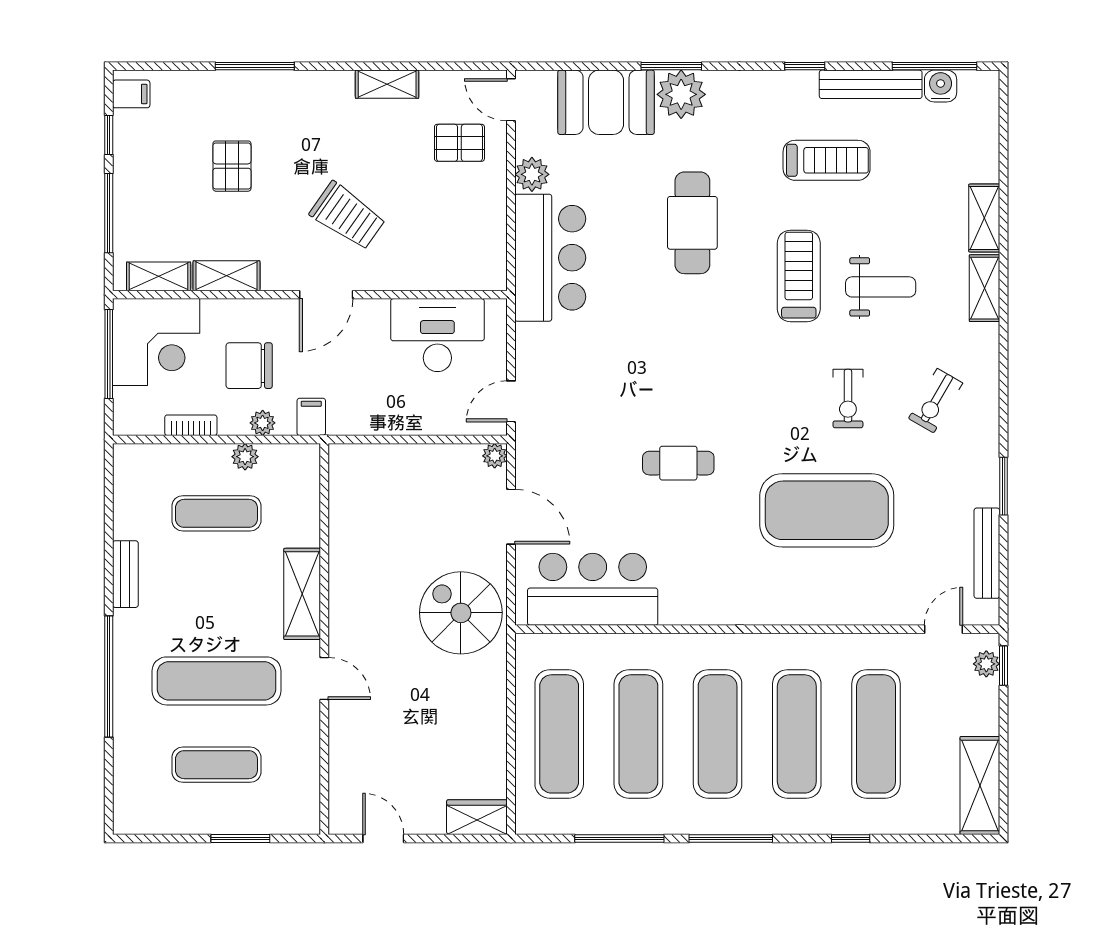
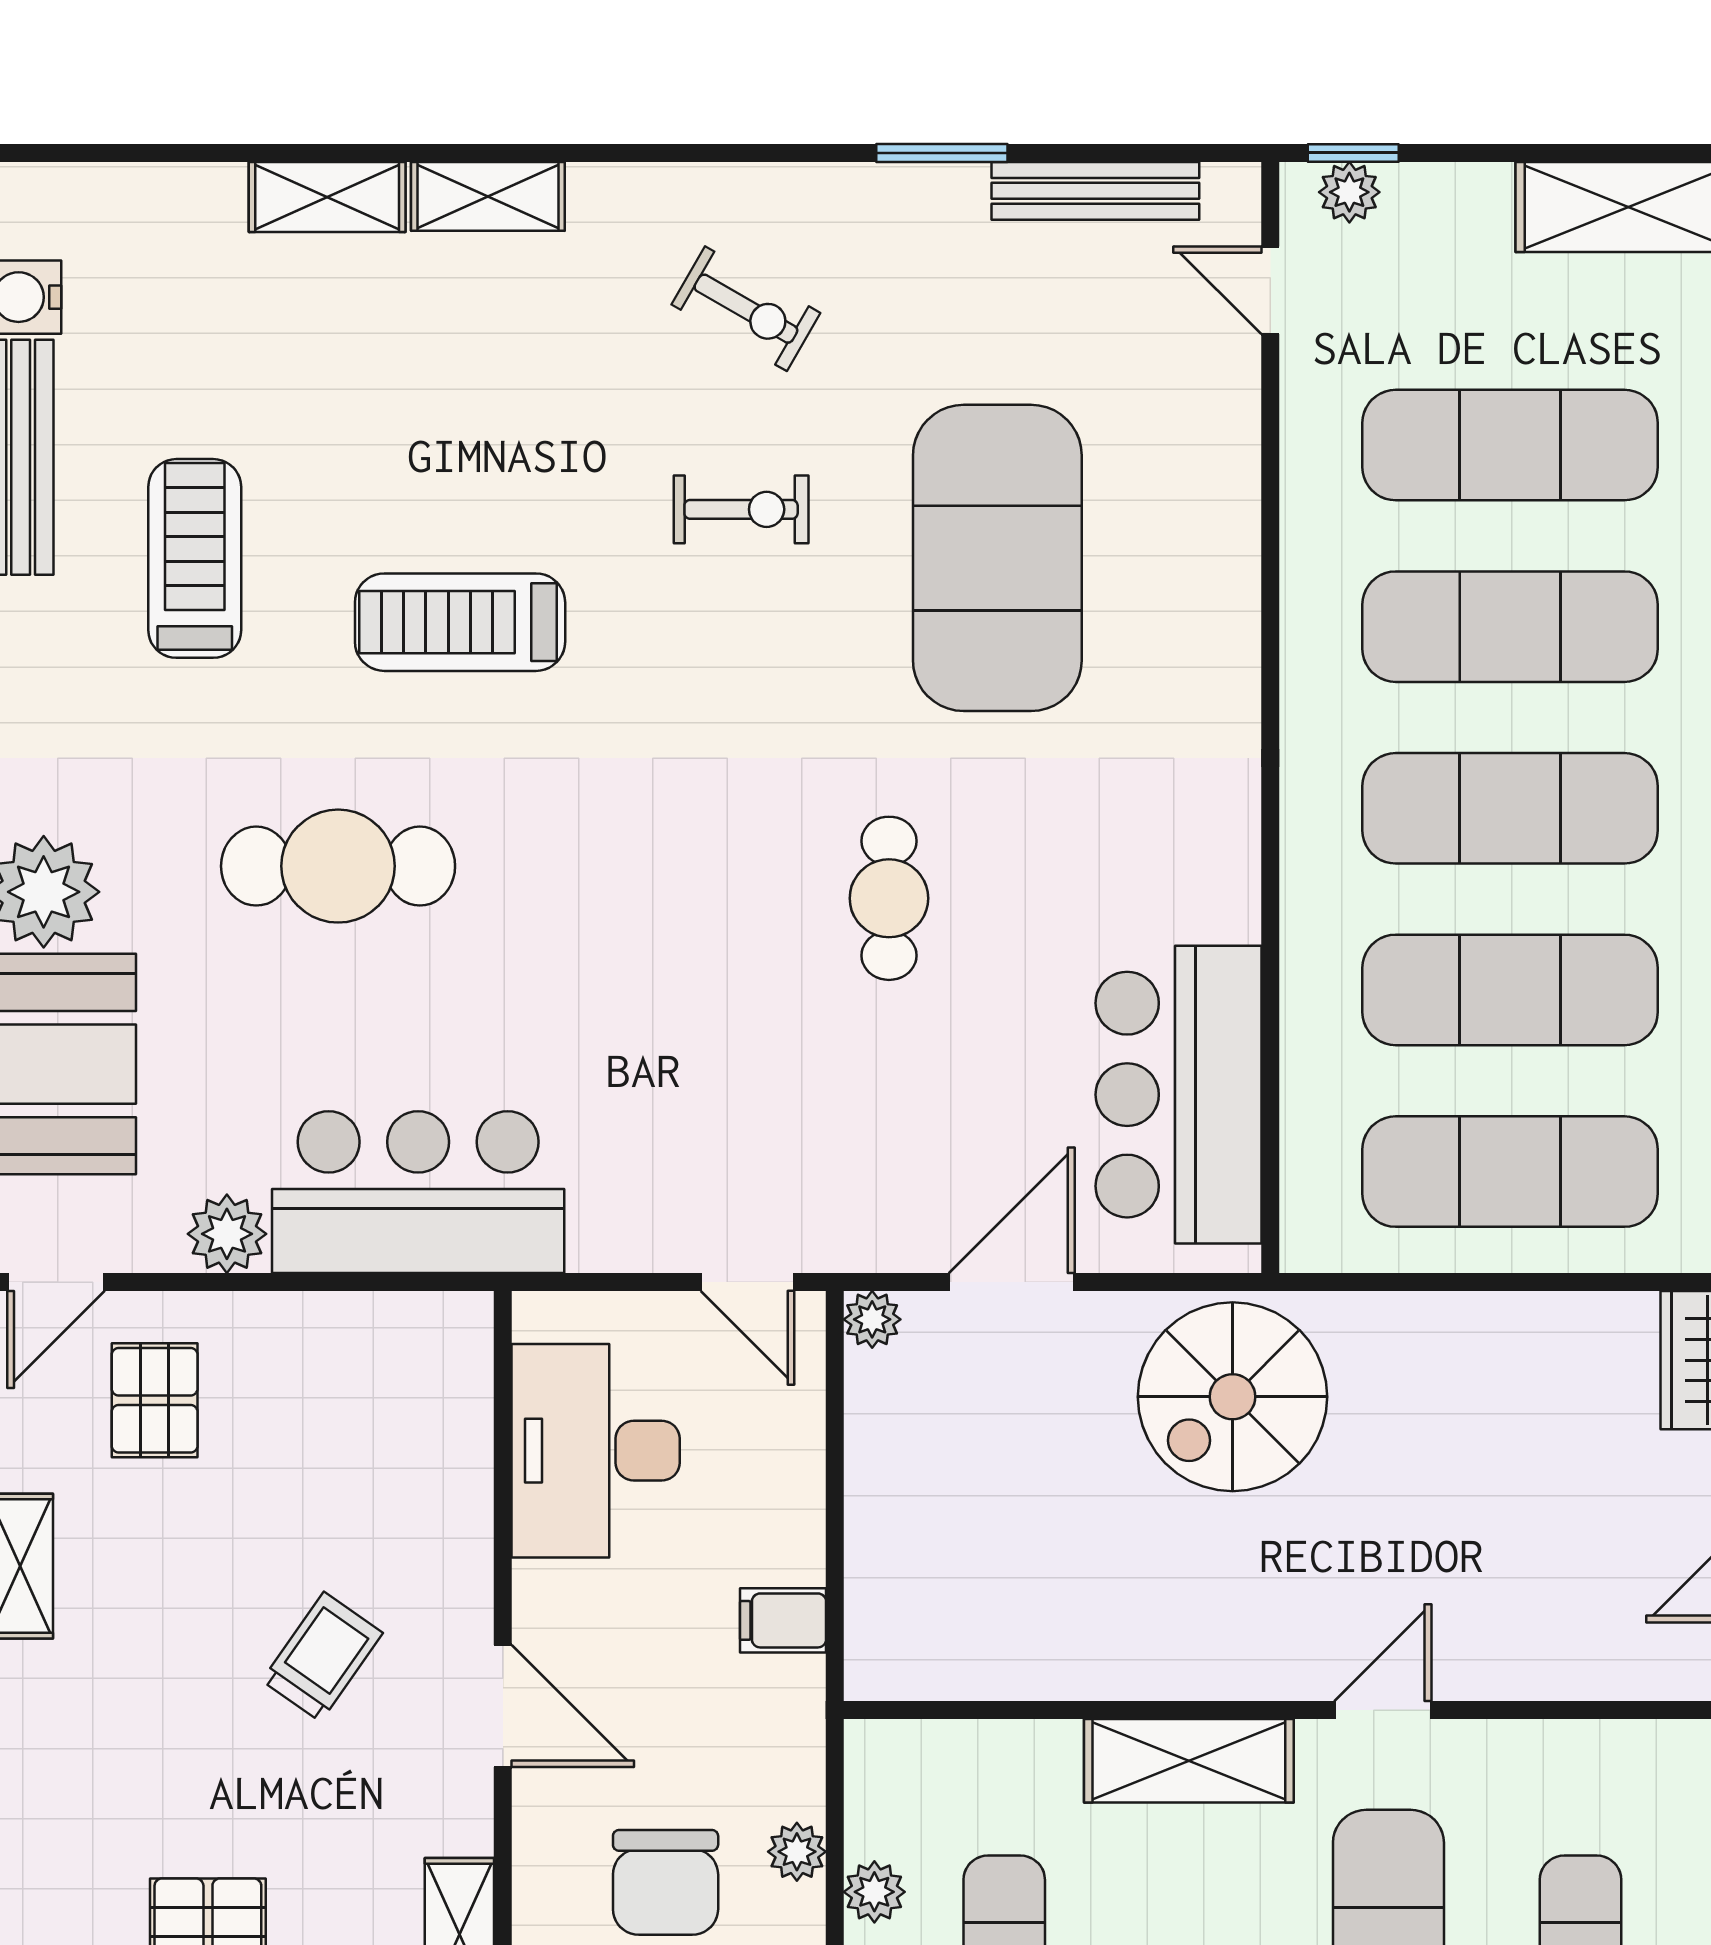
trolley: (348, 216) -> (322, 1657), width x0.73, depth x0.72
weight bench: (881, 287) -> (485, 434), removed
filing cabinet: (311, 417) -> (783, 1620), moved

